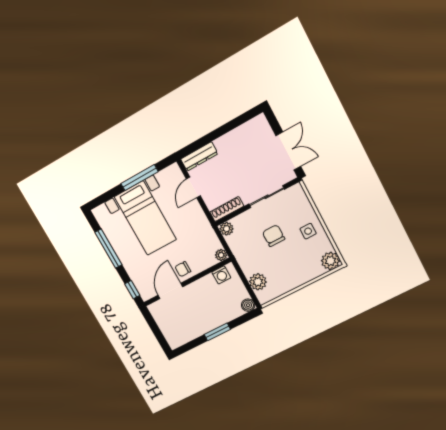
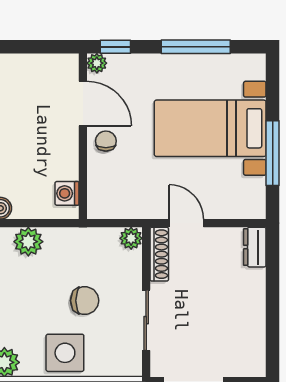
dresser: (199, 156) -> (255, 247), width x0.70
door: (193, 187) -> (186, 223), moved
side table: (308, 231) -> (65, 353), width x1.87, depth x1.87
plant: (221, 255) -> (97, 63), moved

